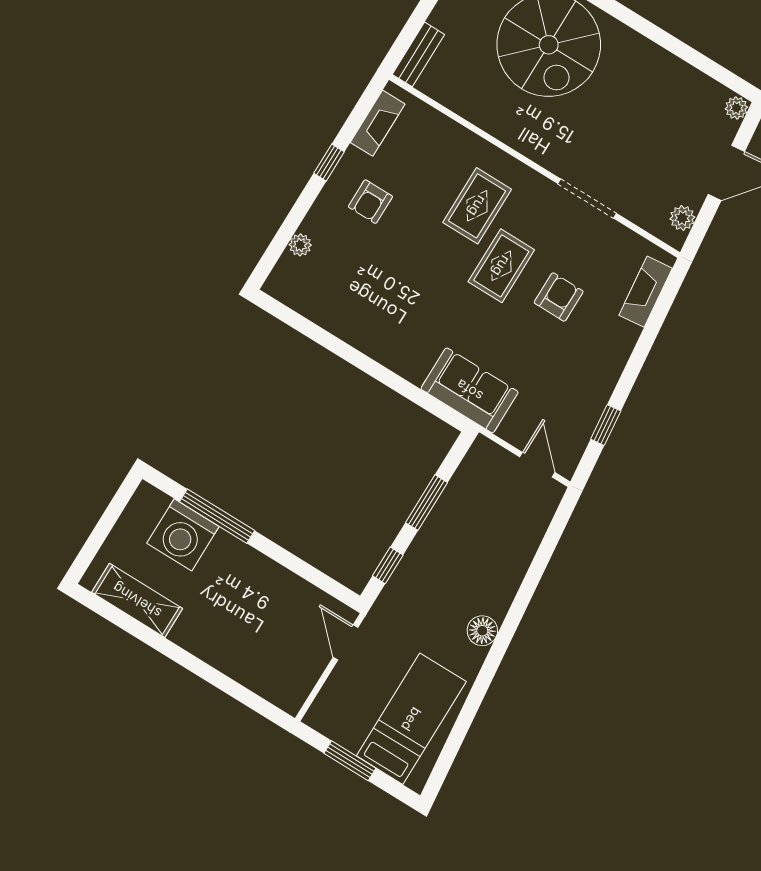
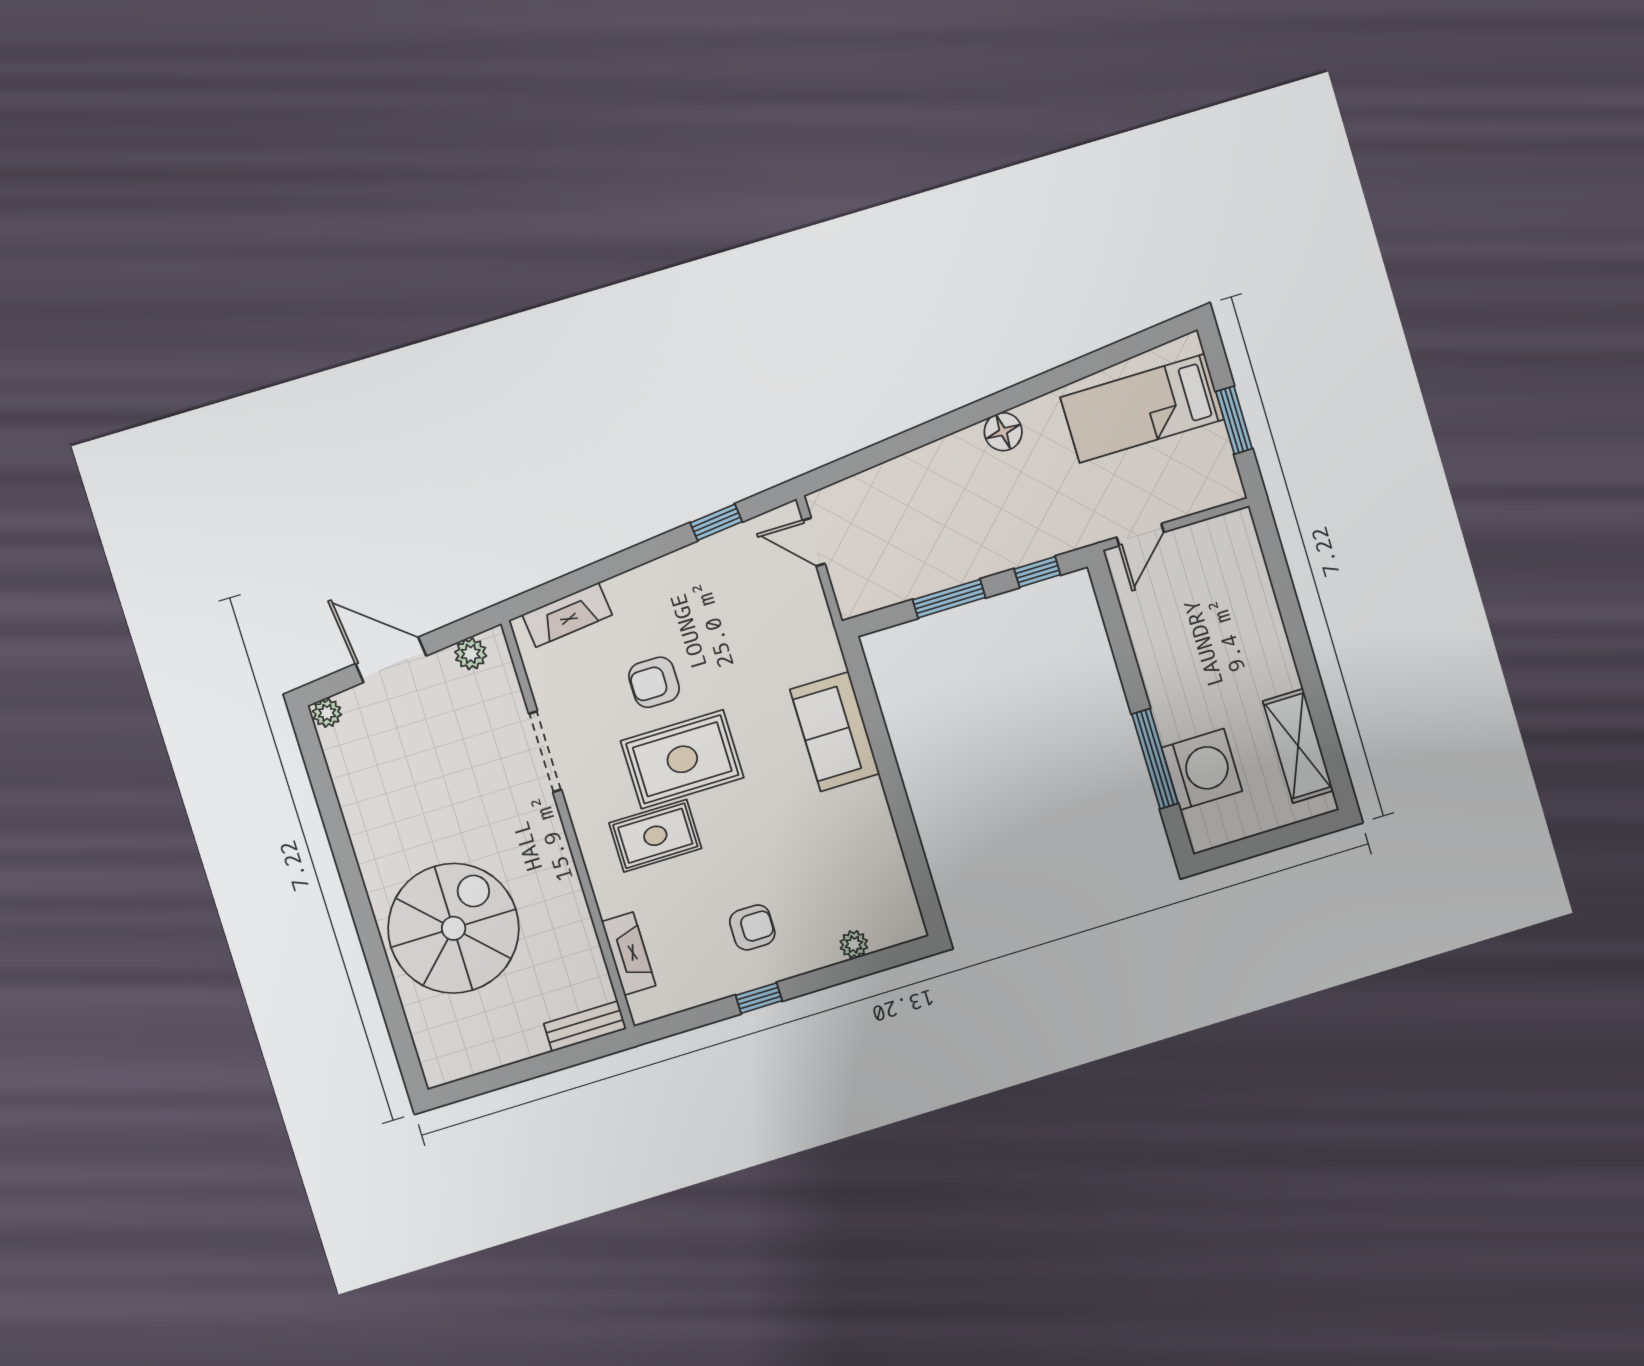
fireplace: (378, 123) -> (629, 954), moved, turned 90
rug: (501, 266) -> (682, 759), width x1.36, depth x1.43
sofa: (470, 390) -> (835, 732), moved
door: (537, 465) -> (814, 542), hinge flipped

